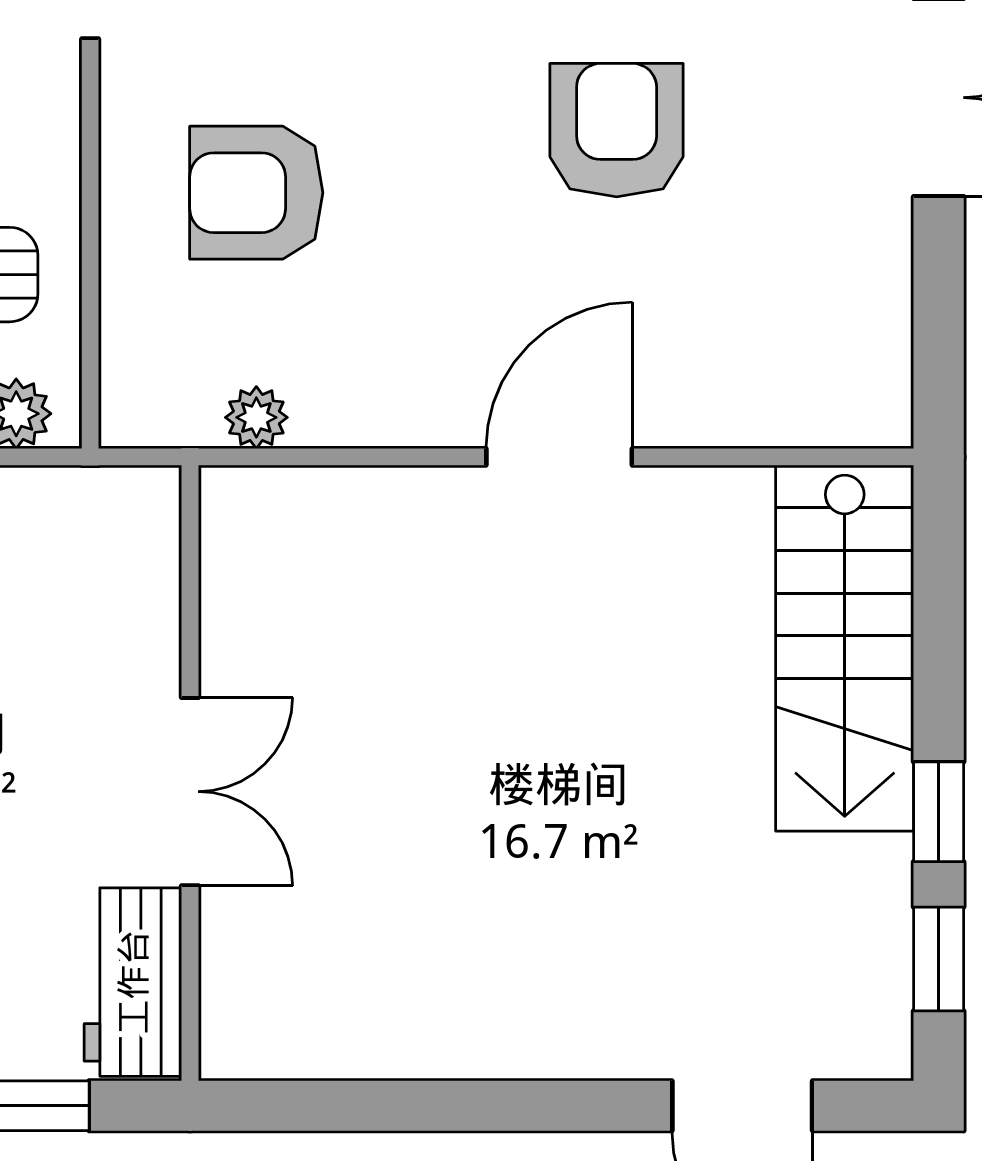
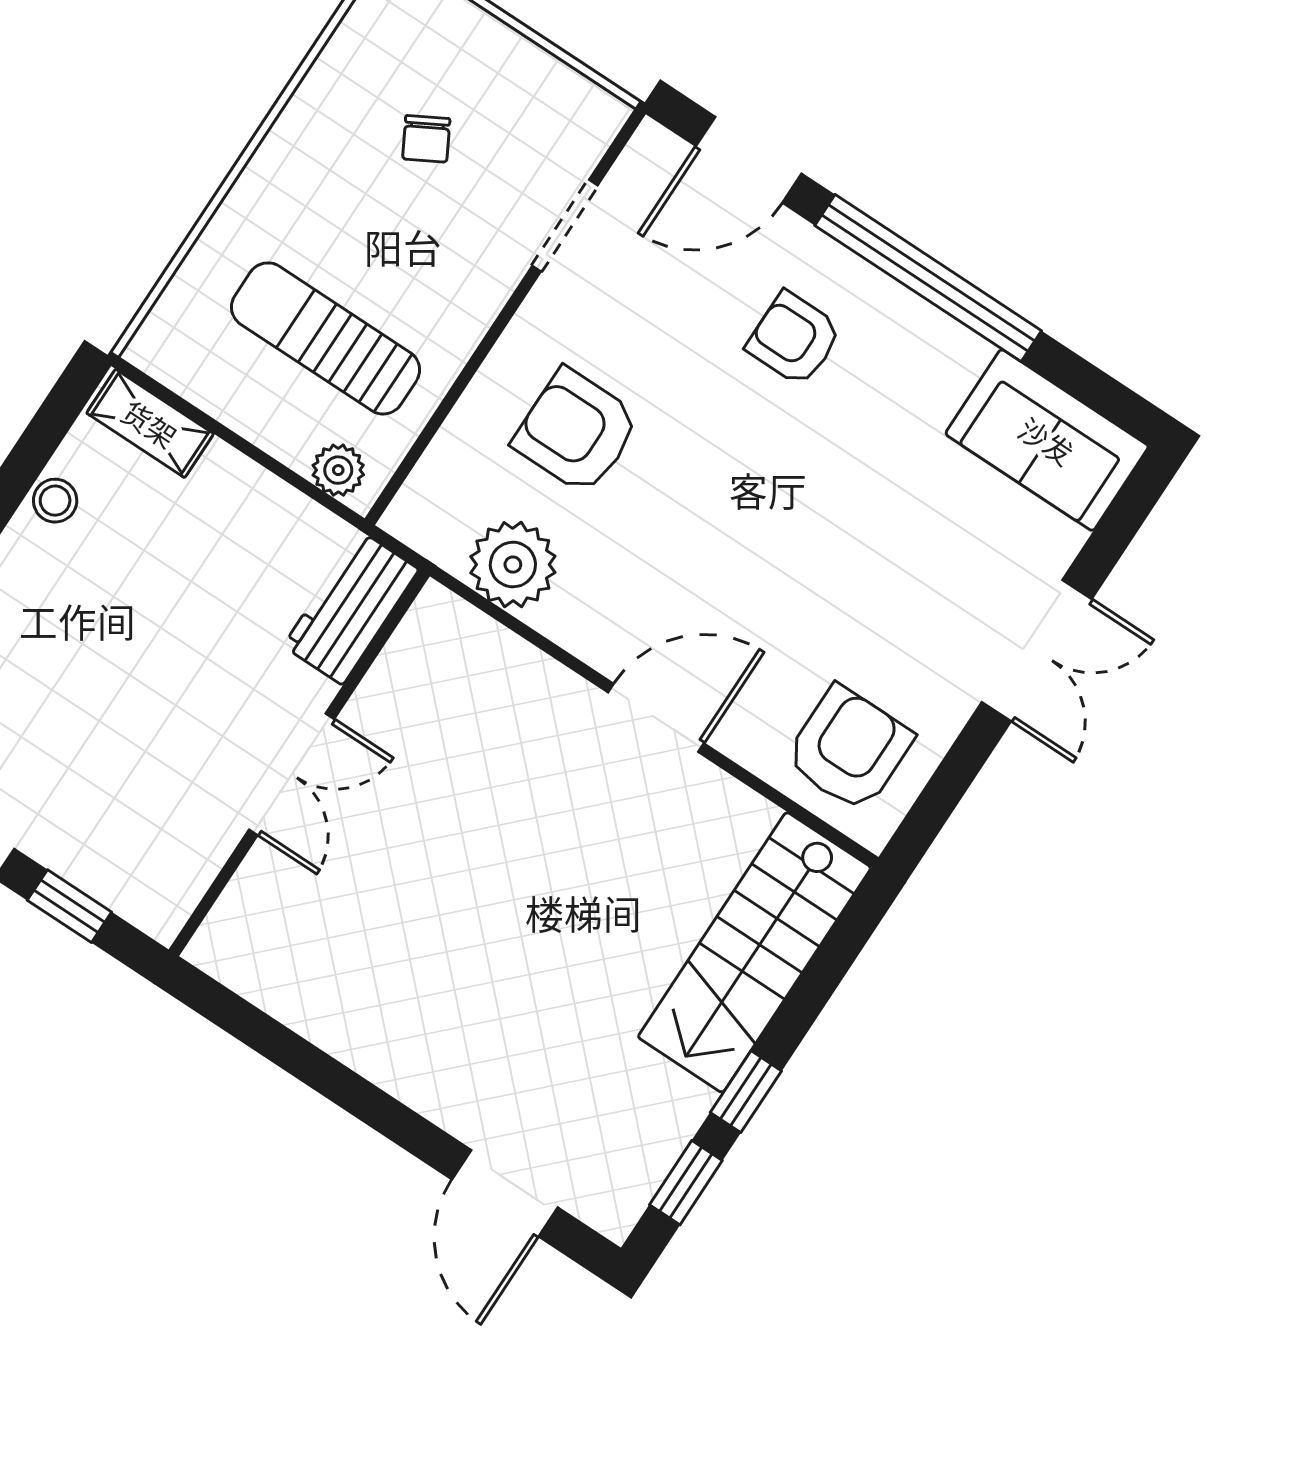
armchair: (617, 130) -> (849, 749), moved
plant: (256, 417) -> (513, 565), width x1.88, depth x1.88
workbench: (133, 982) -> (351, 608), moved

